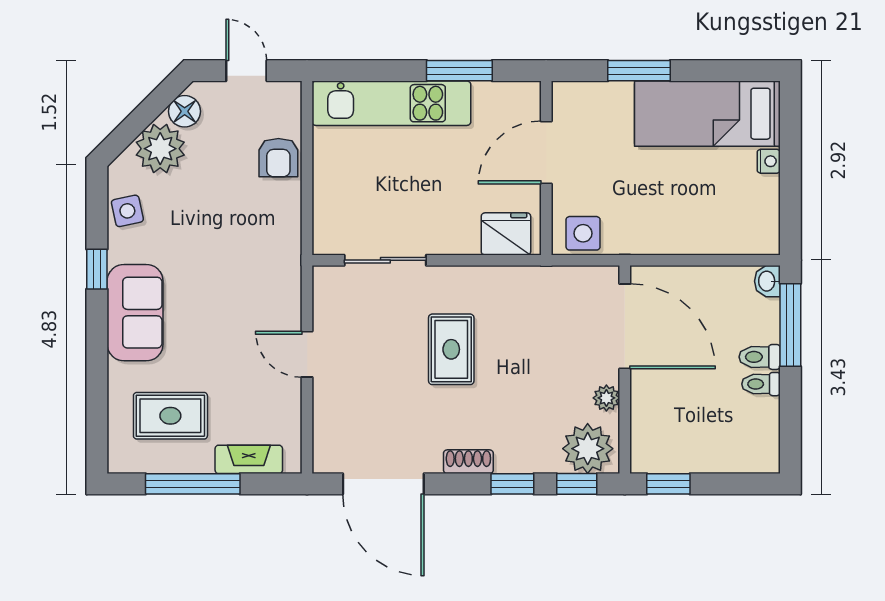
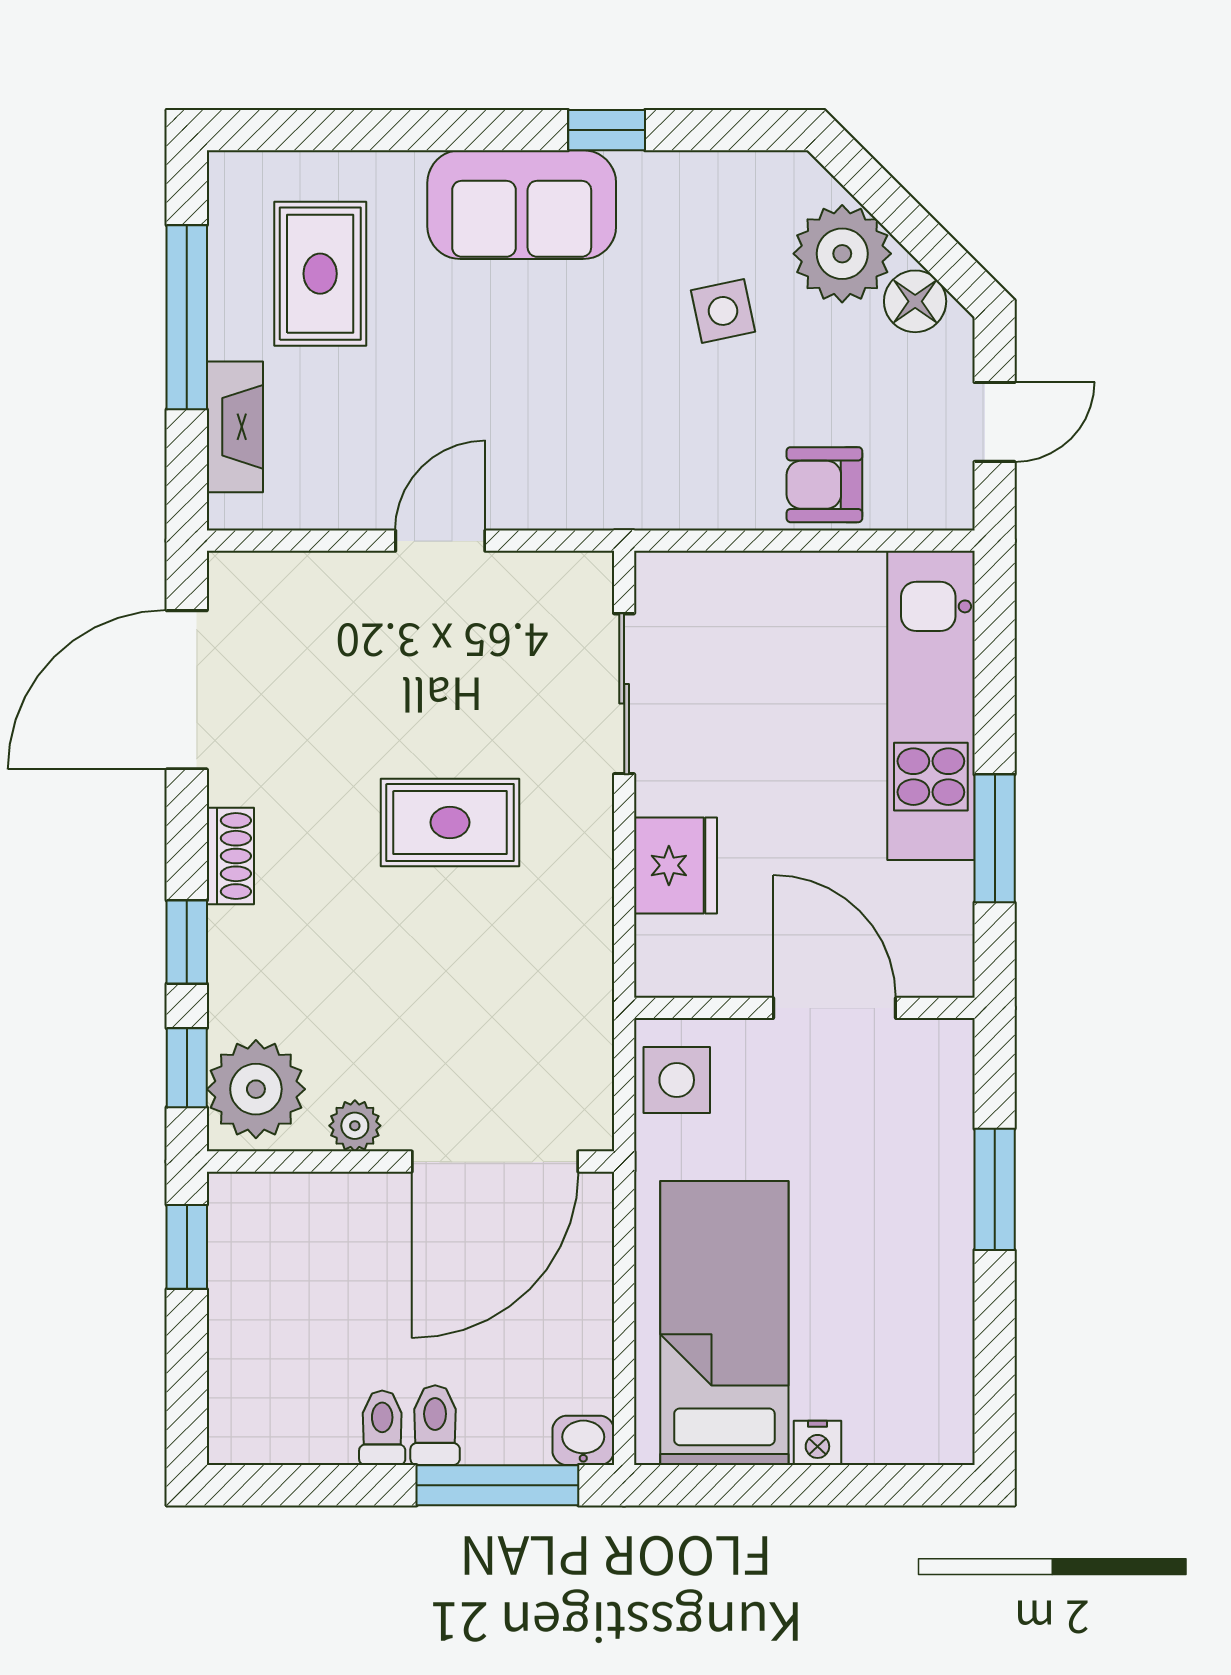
bed: (707, 114) -> (724, 1323), moved
side table: (127, 211) -> (723, 311), moved
fridge: (506, 234) -> (675, 865), moved

